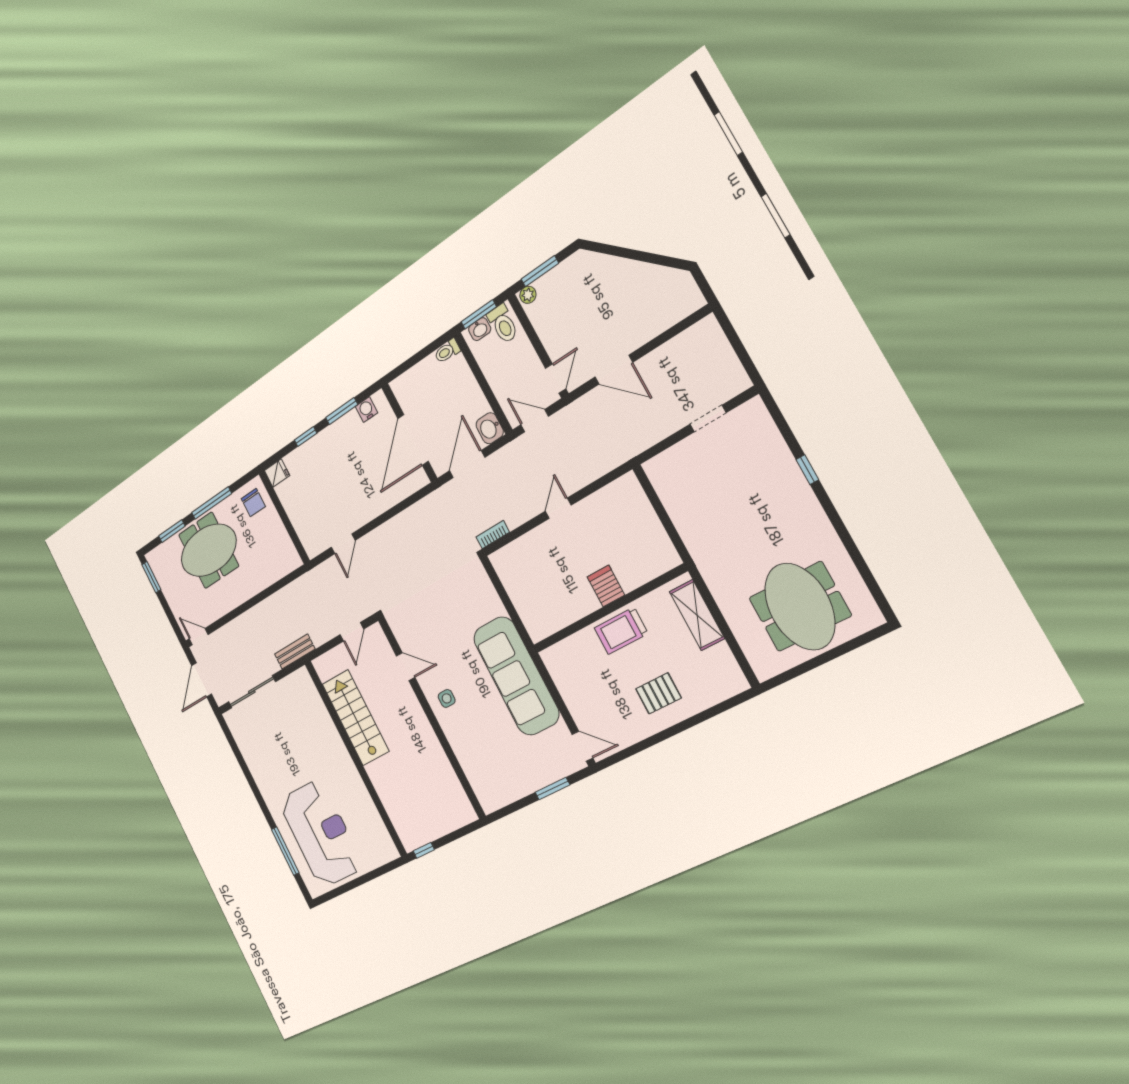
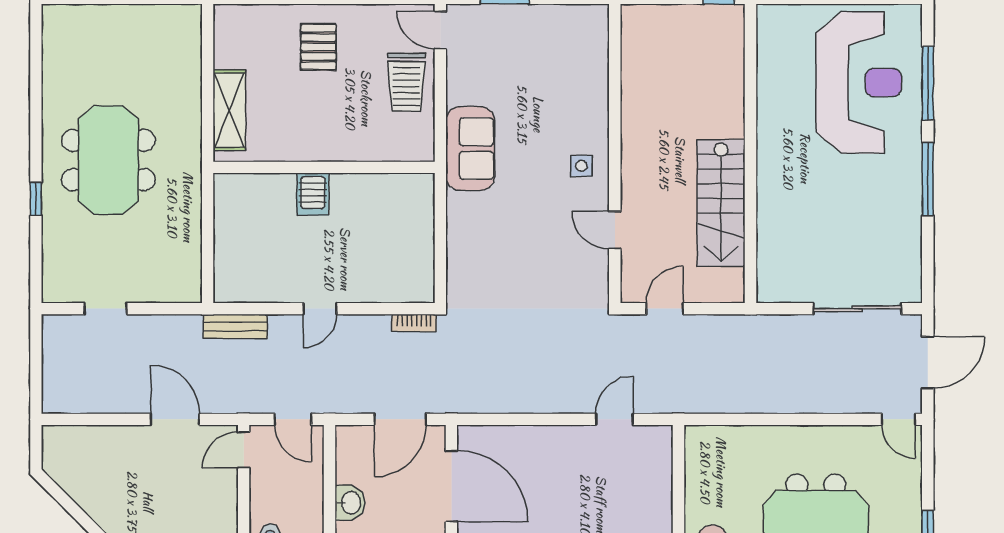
washbasin: (490, 428) -> (350, 503), moved
door: (413, 440) -> (451, 486), hinge flipped
meeting table: (800, 607) -> (108, 160), moved
trolley: (621, 631) -> (406, 82), moved, turned 90
bench: (295, 652) -> (235, 326), moved
sofa: (516, 676) -> (470, 149), width x0.54, depth x0.79
pallet: (658, 693) -> (318, 47), turned 90
window: (256, 792) -> (928, 179), added
reception desk: (321, 833) -> (859, 83), turned 180

